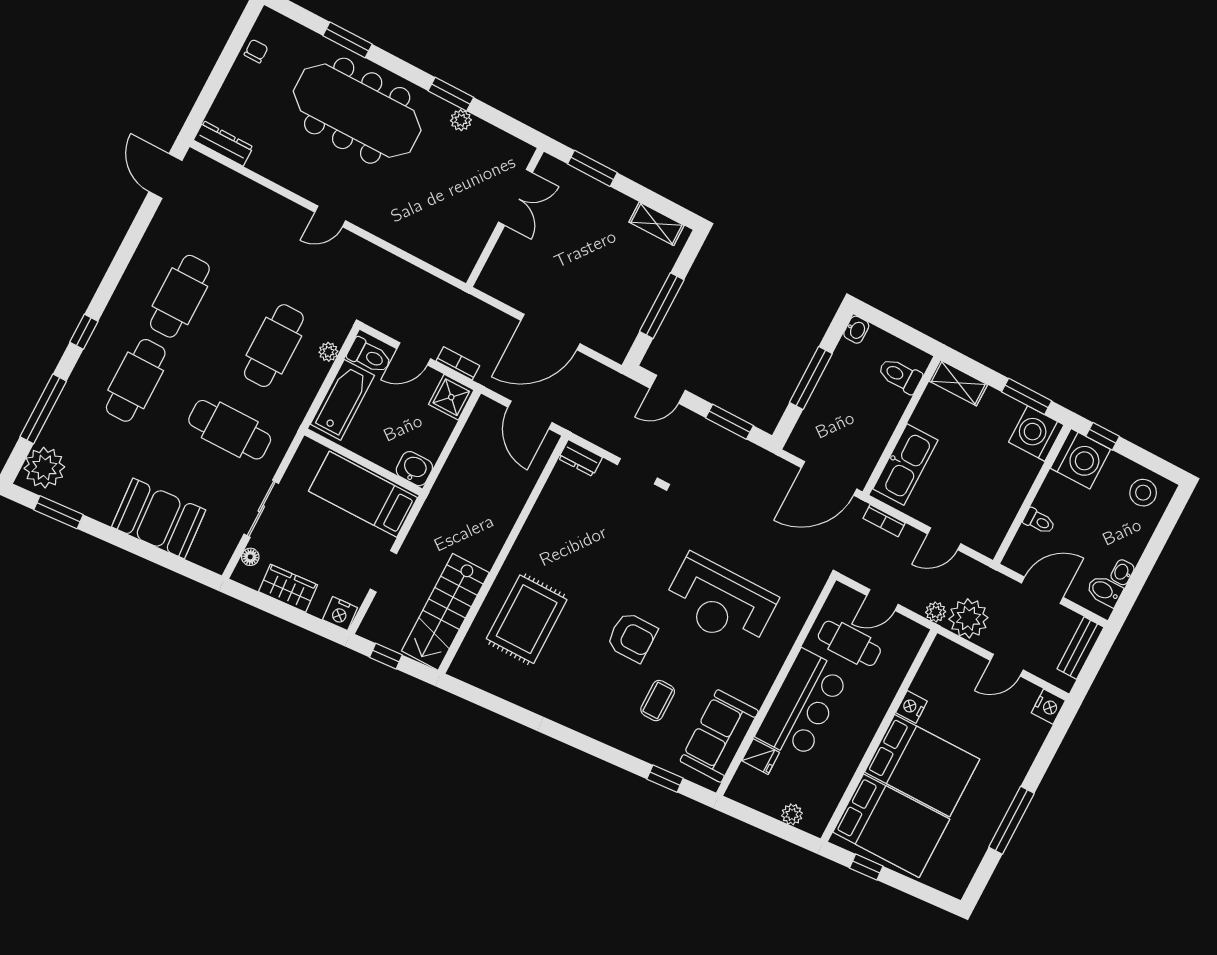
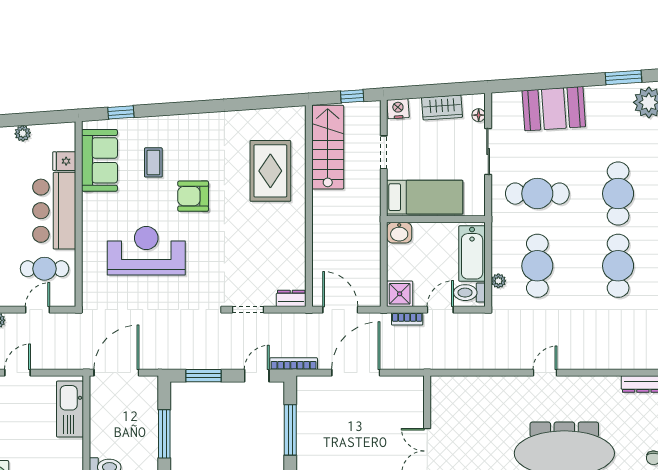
bookcase: (884, 521) -> (294, 364), moved, width x1.56

